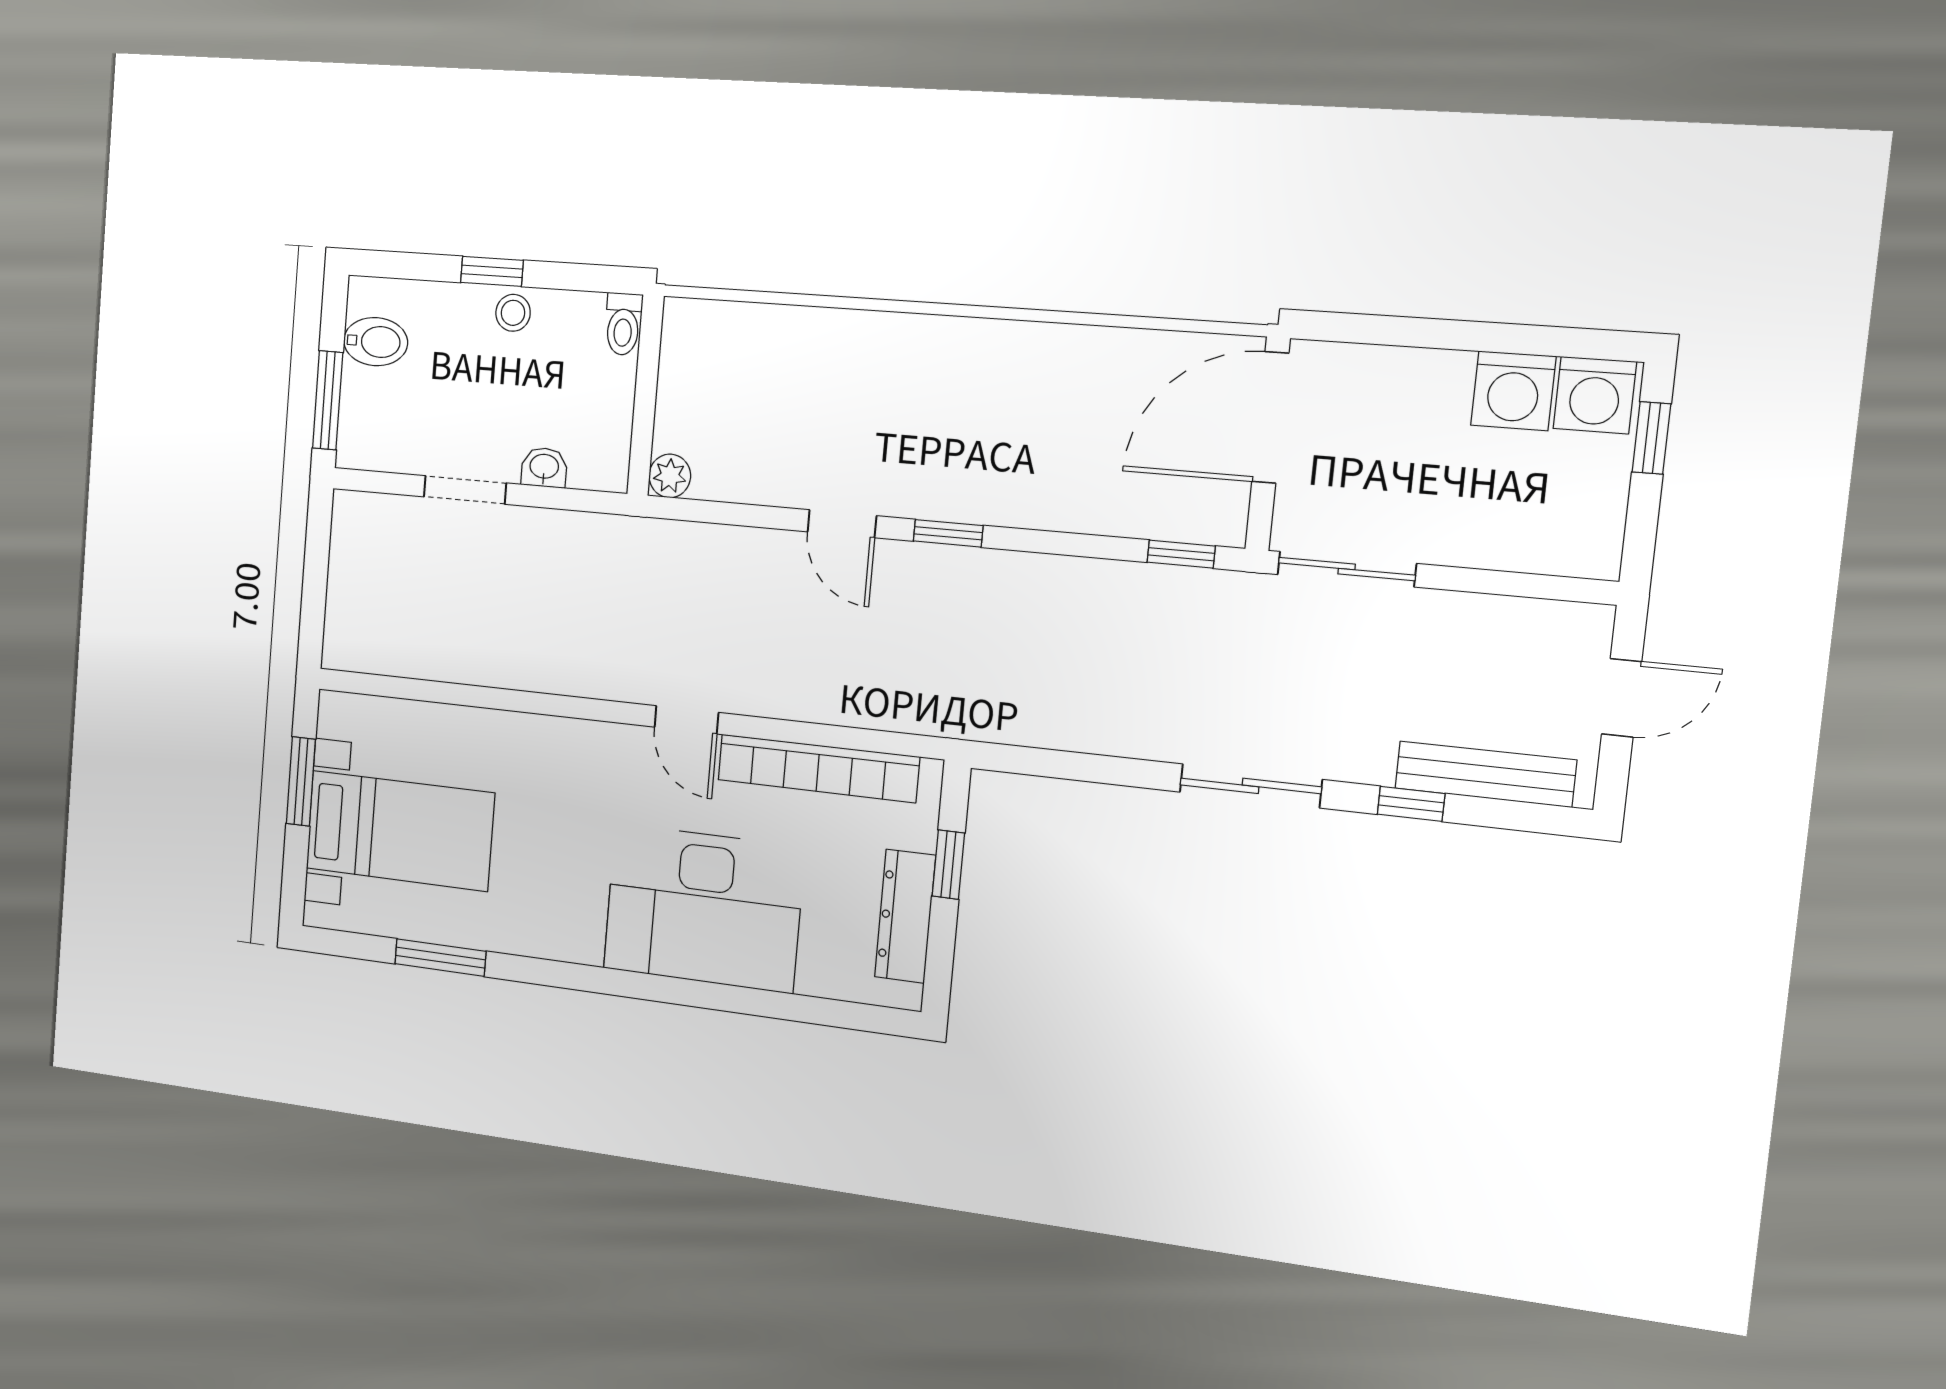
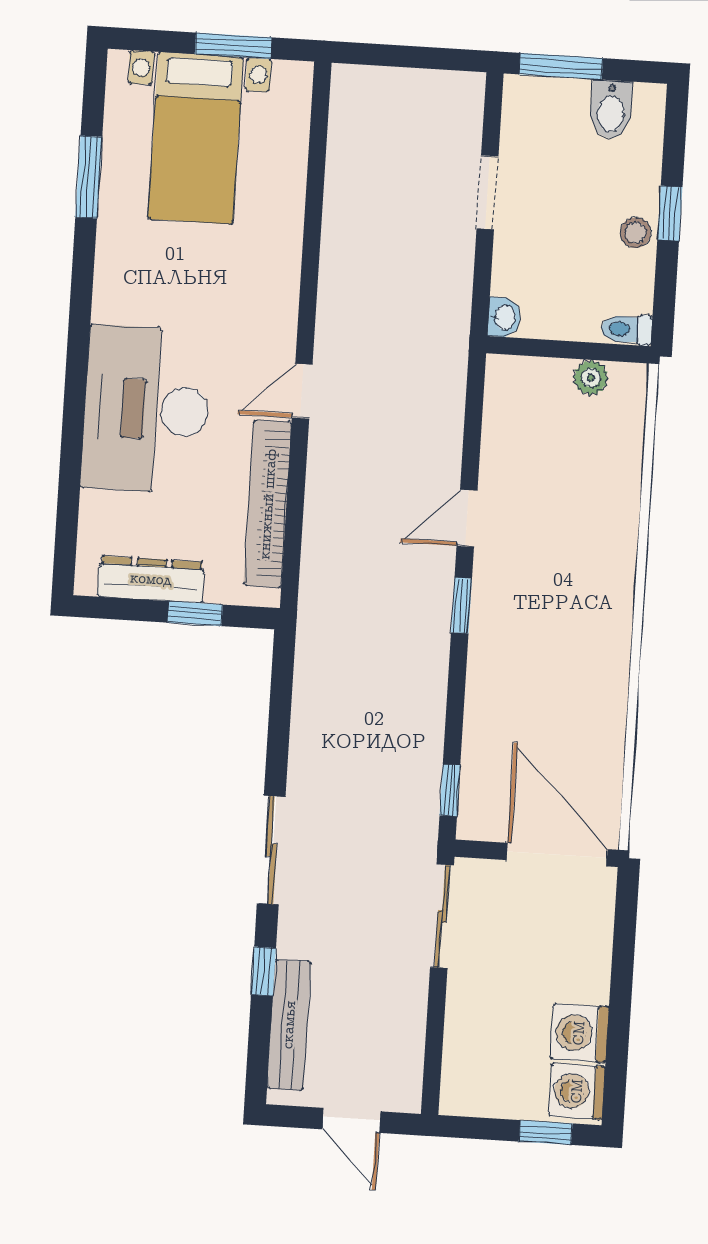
washbasin: (544, 467) -> (504, 317), moved
plant: (670, 476) -> (591, 378), moved

